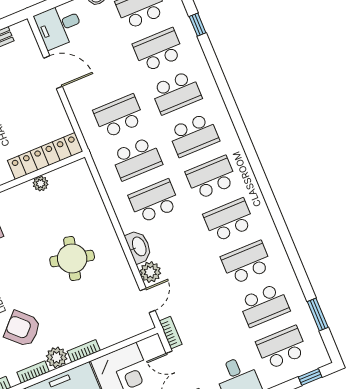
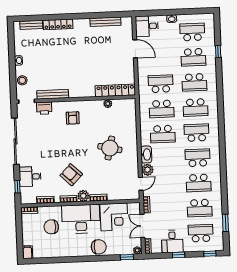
school desk: (158, 50) -> (193, 57), turned 180
school desk: (154, 201) -> (163, 134), turned 180
school desk: (247, 263) -> (199, 183), turned 180

